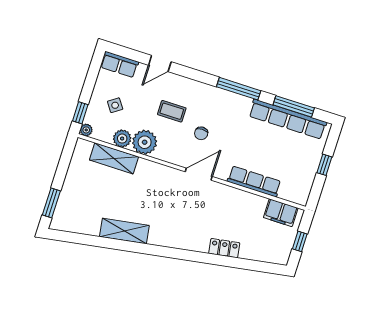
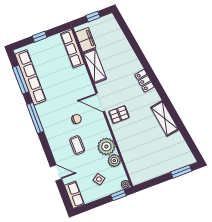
shelving: (114, 158) -> (95, 66), moved
row of seats: (254, 181) -> (72, 49), moved
pallet: (169, 184) -> (119, 115), added
locker: (224, 248) -> (144, 81), moved

